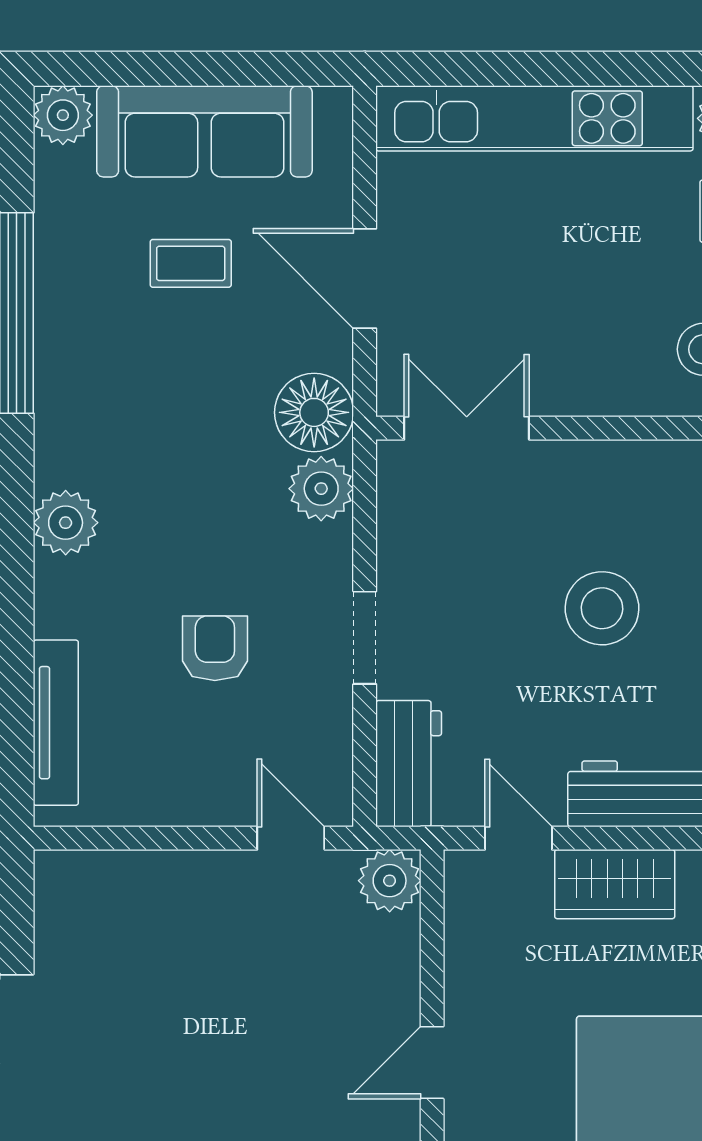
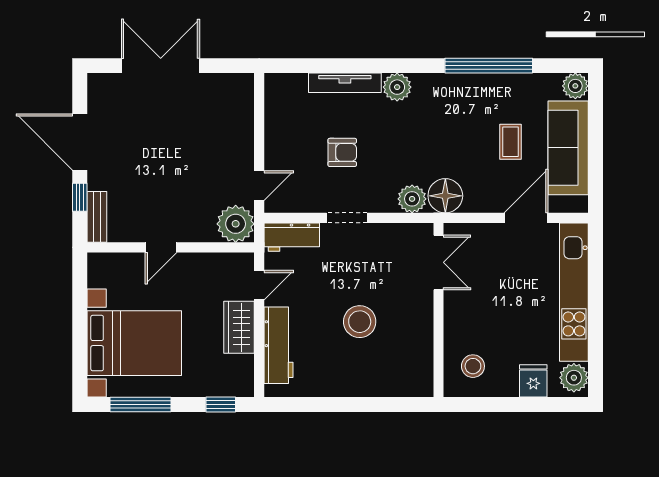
door: (365, 278) -> (526, 218), moved
tv unit: (56, 723) -> (345, 83), moved
plant: (390, 881) -> (236, 224), width x1.36, depth x1.36
door: (432, 1063) -> (161, 247), swing flipped

